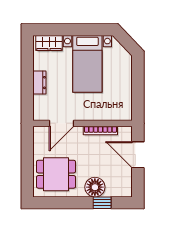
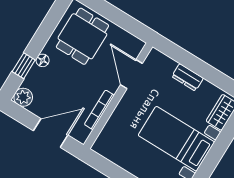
floor lamp: (95, 187) -> (43, 60), width x0.53, depth x0.53
plant: (125, 190) -> (23, 97), added

